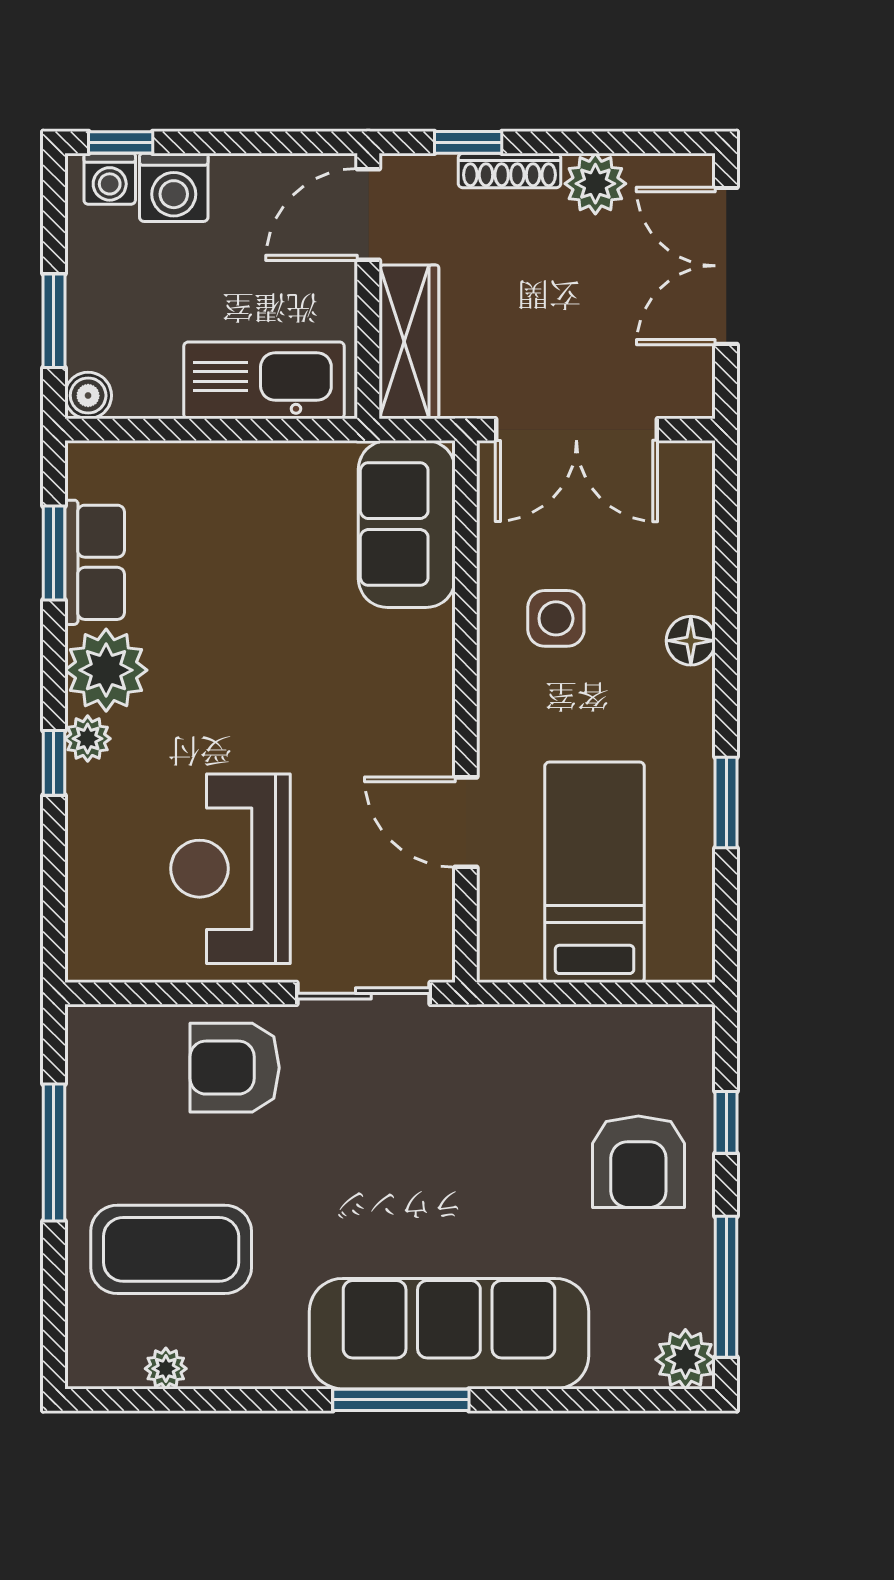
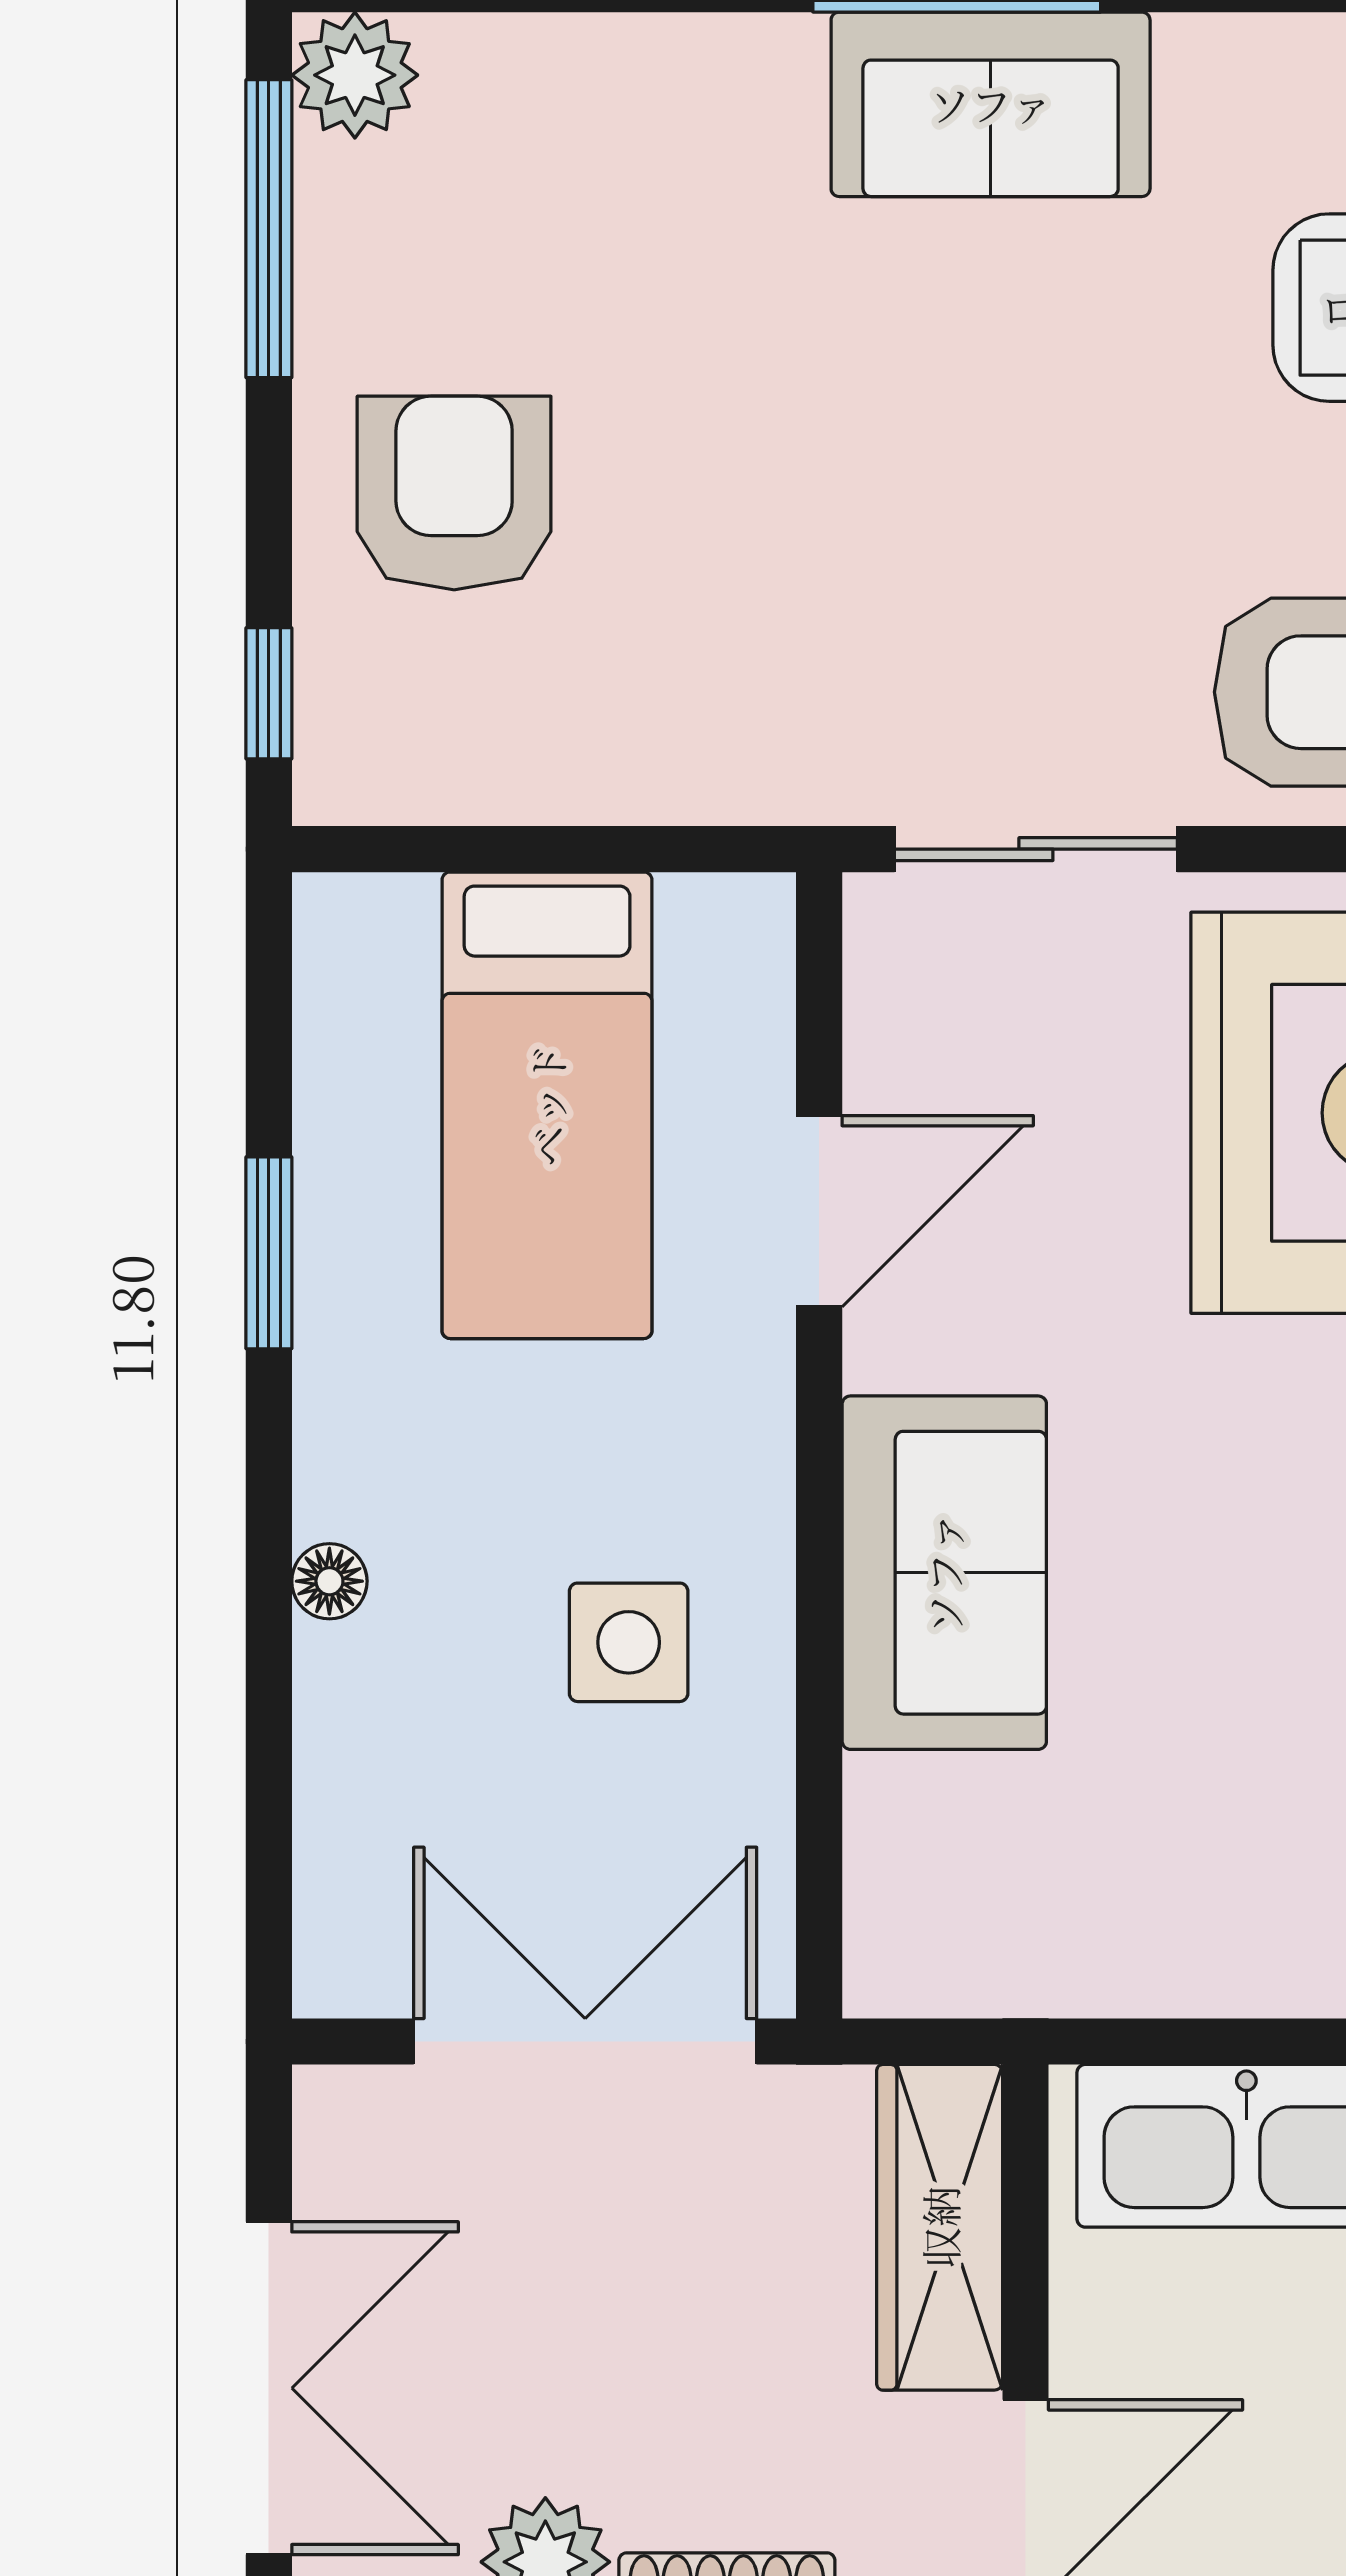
sofa: (407, 524) -> (944, 1573), moved
floor lamp: (691, 641) -> (329, 1581), width x0.73, depth x0.73
door: (466, 822) -> (819, 1211), hinge flipped
window: (726, 1122) -> (269, 693), moved
sofa: (449, 1334) -> (991, 104), width x0.54, depth x0.79

